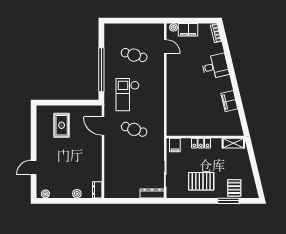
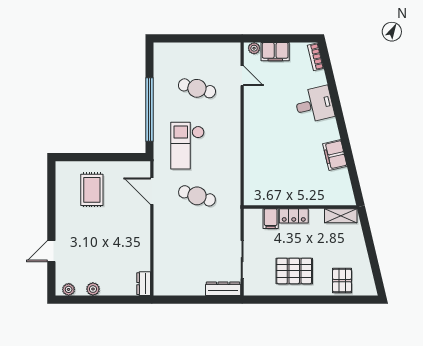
filing cabinet: (175, 145) -> (271, 219), moved
plant: (77, 194) -> (93, 289), moved
window: (228, 201) -> (333, 300), removed

